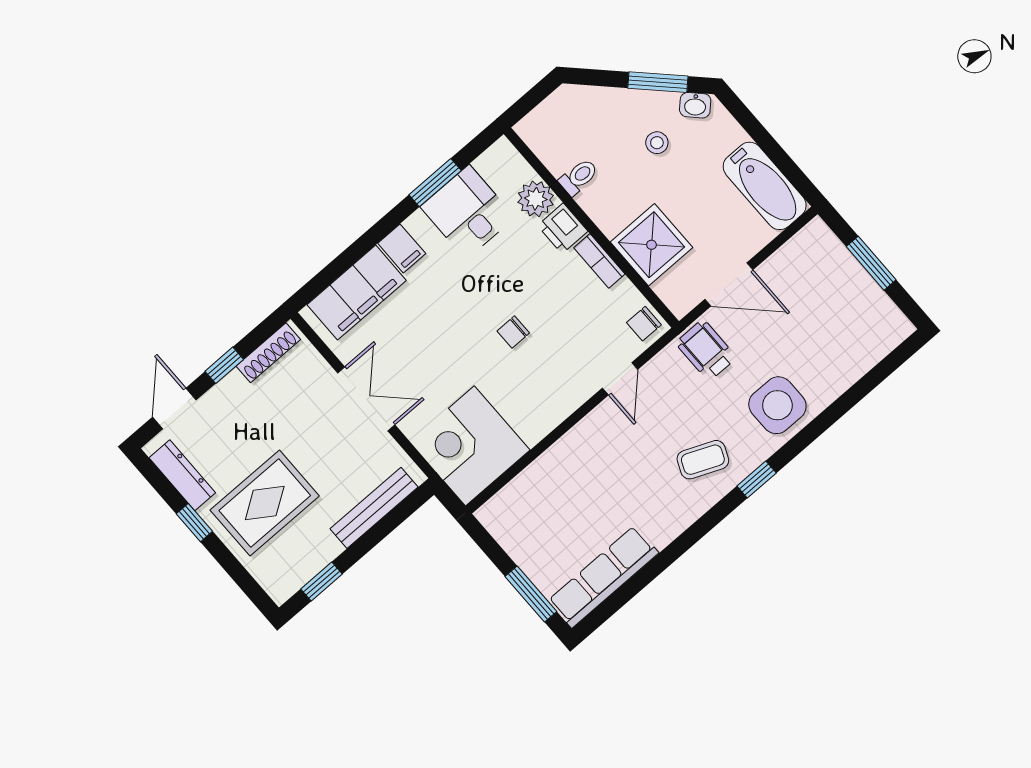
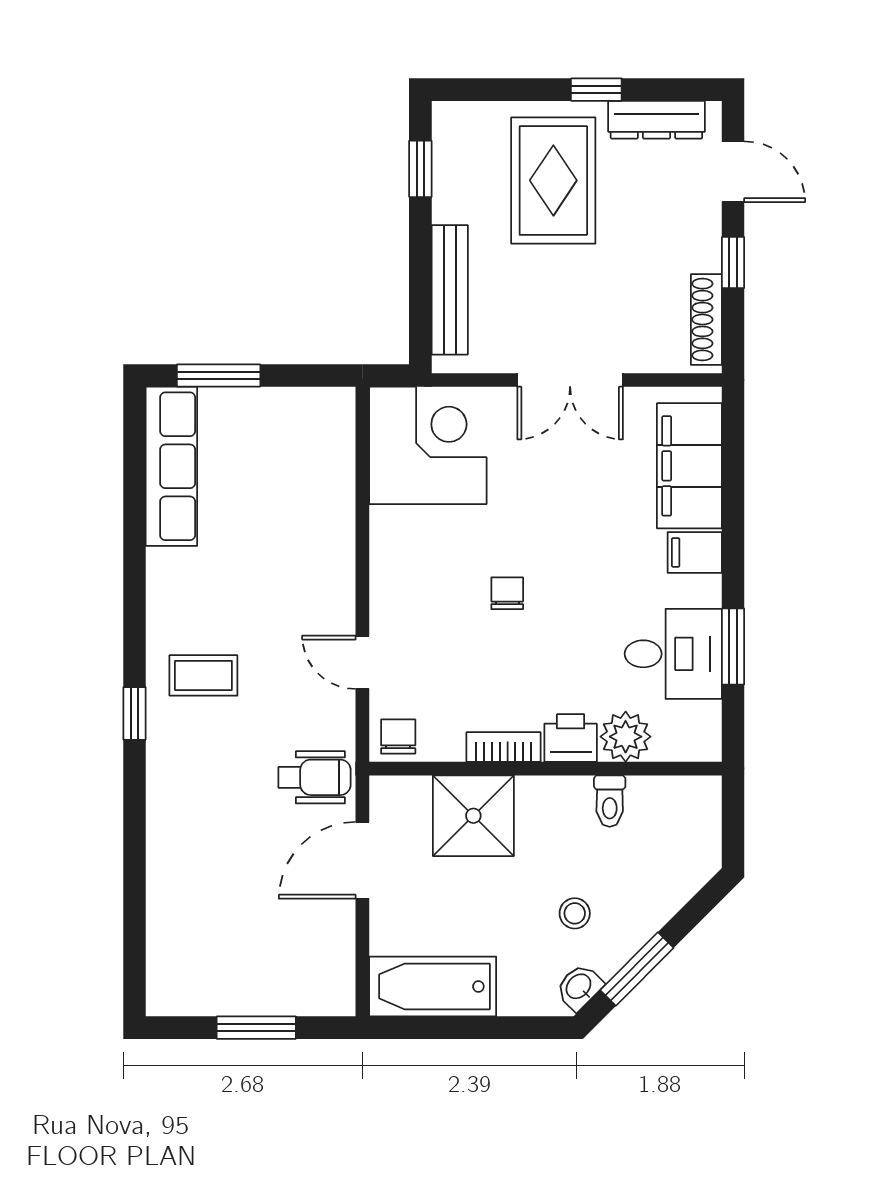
side table: (777, 405) -> (193, 802), removed
coffee table: (703, 460) -> (203, 675), turned 67

